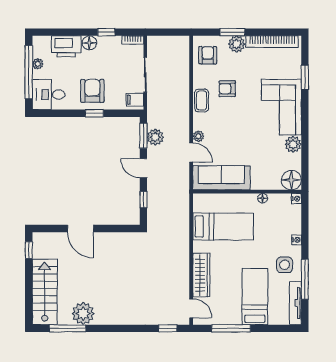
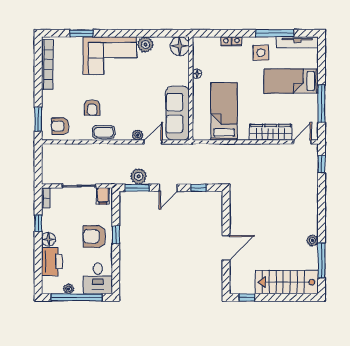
window: (232, 32) -> (38, 119), moved
plant: (237, 44) -> (50, 99), removed
nightstand: (296, 199) -> (226, 41), moved
plant: (83, 314) -> (312, 240), width x0.53, depth x0.53

